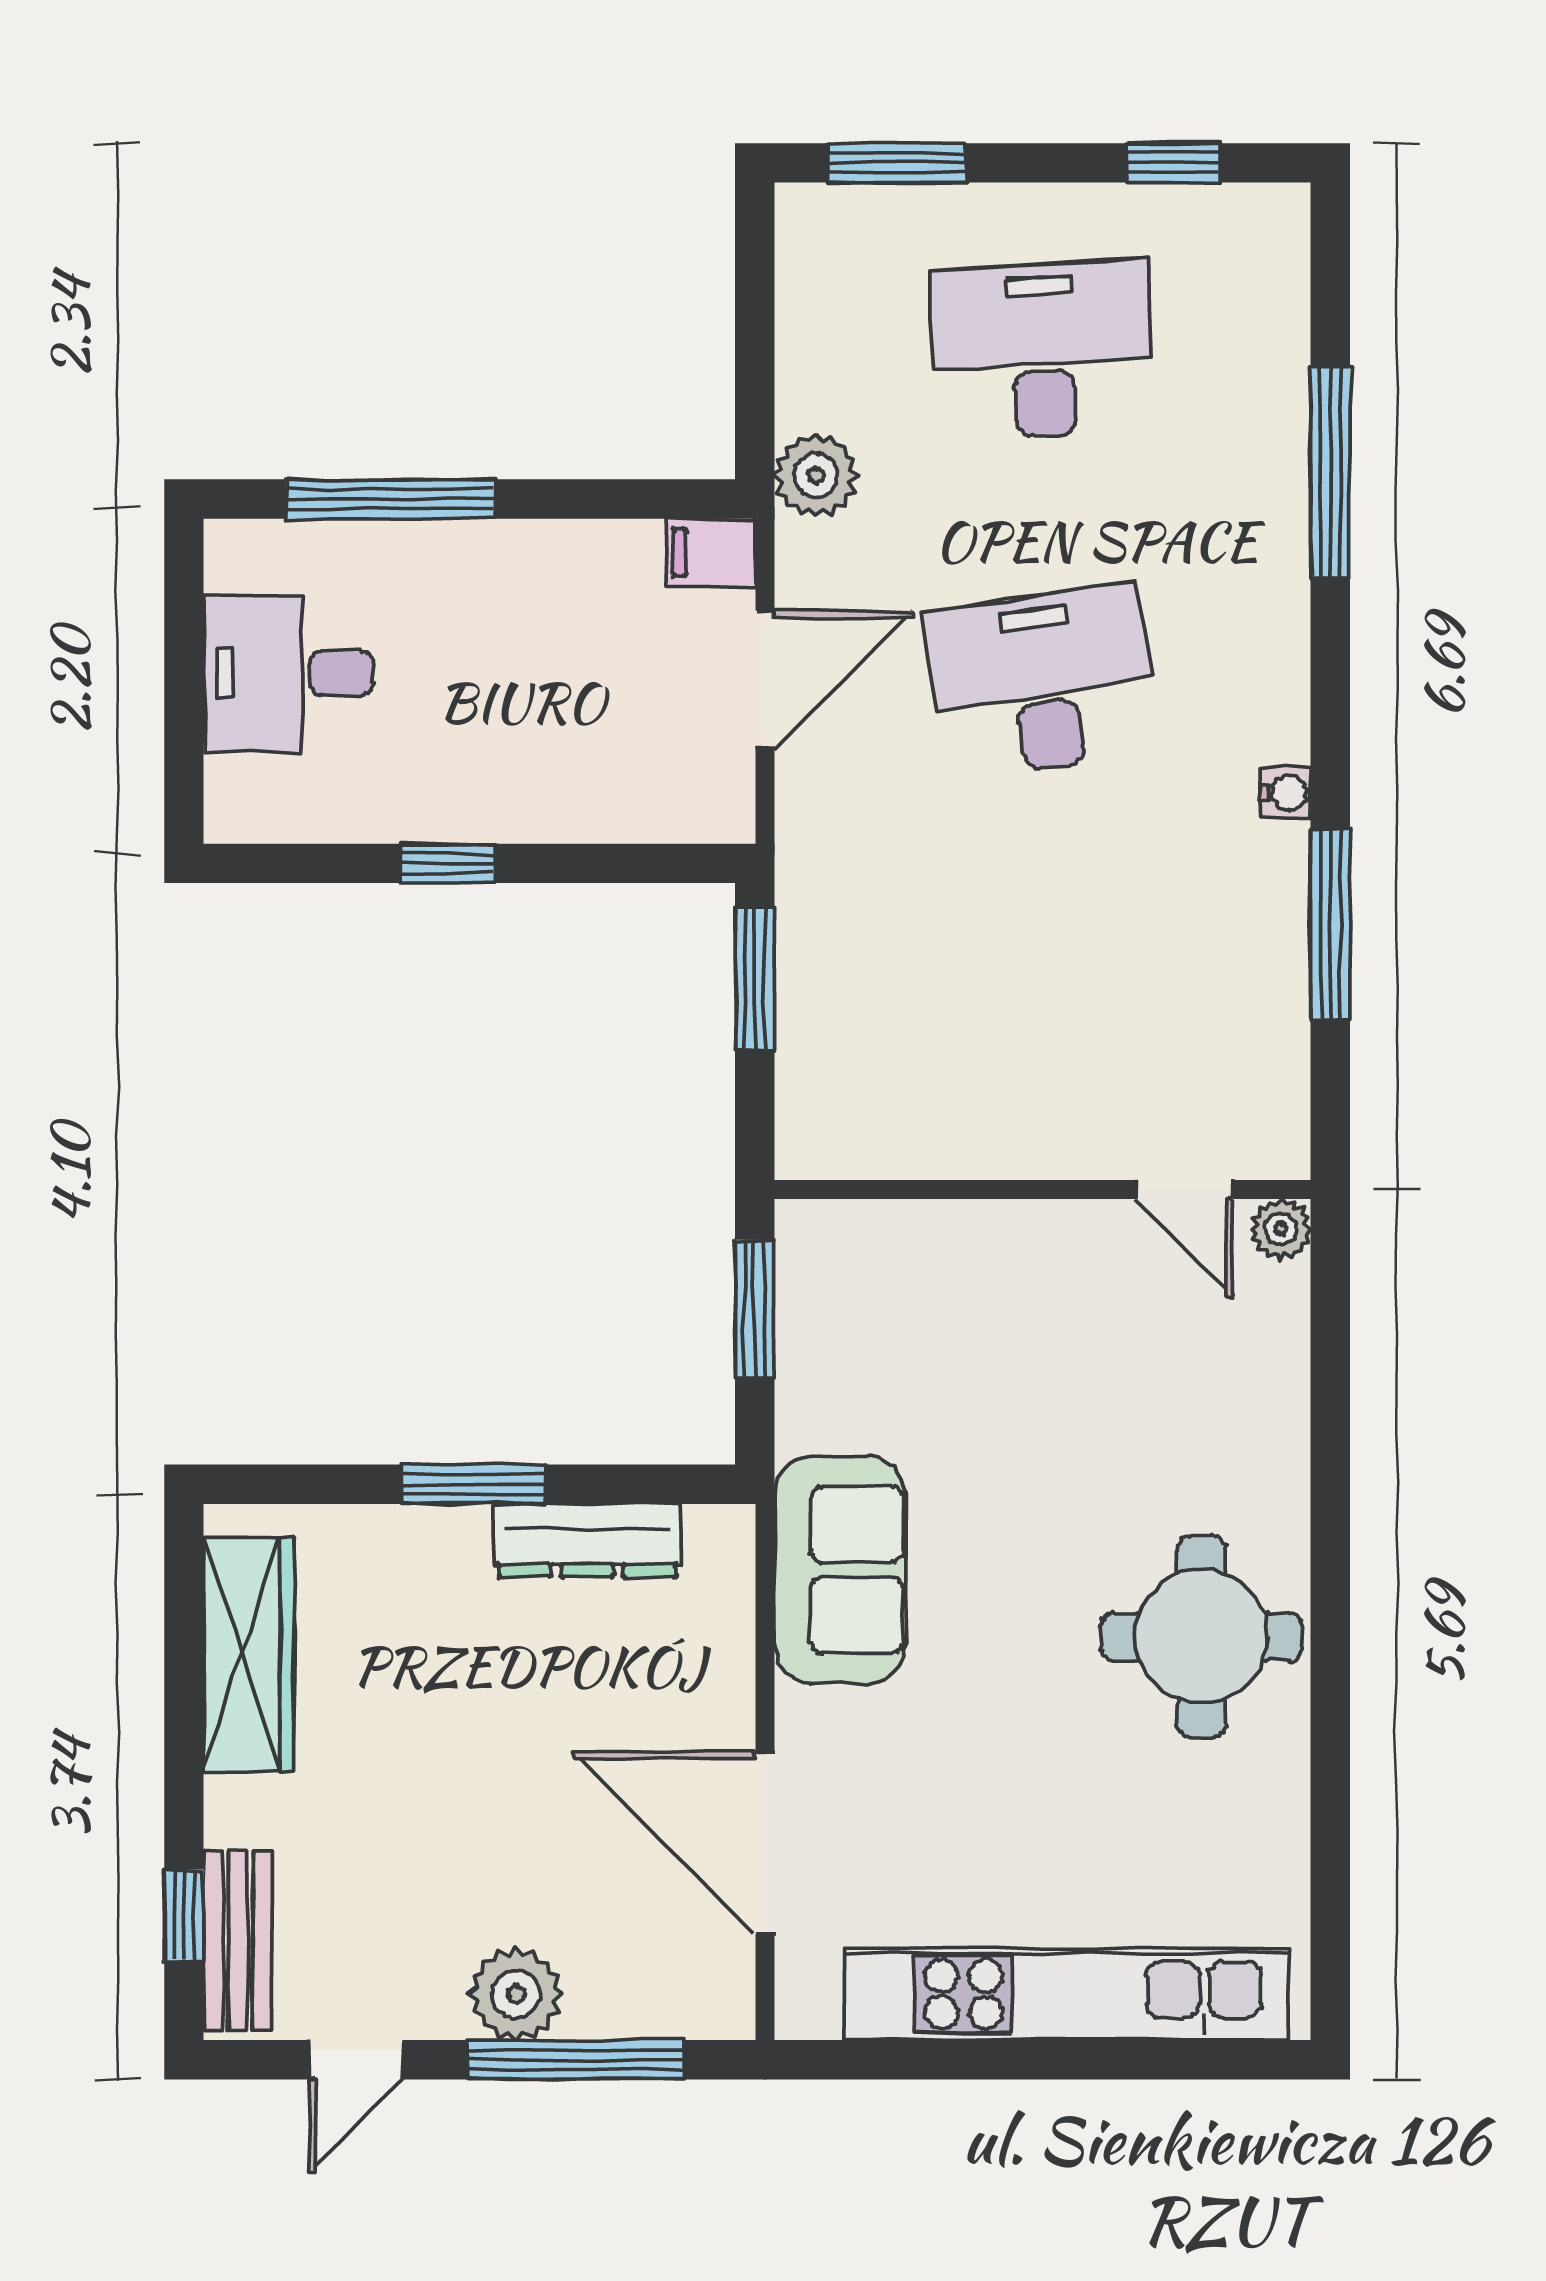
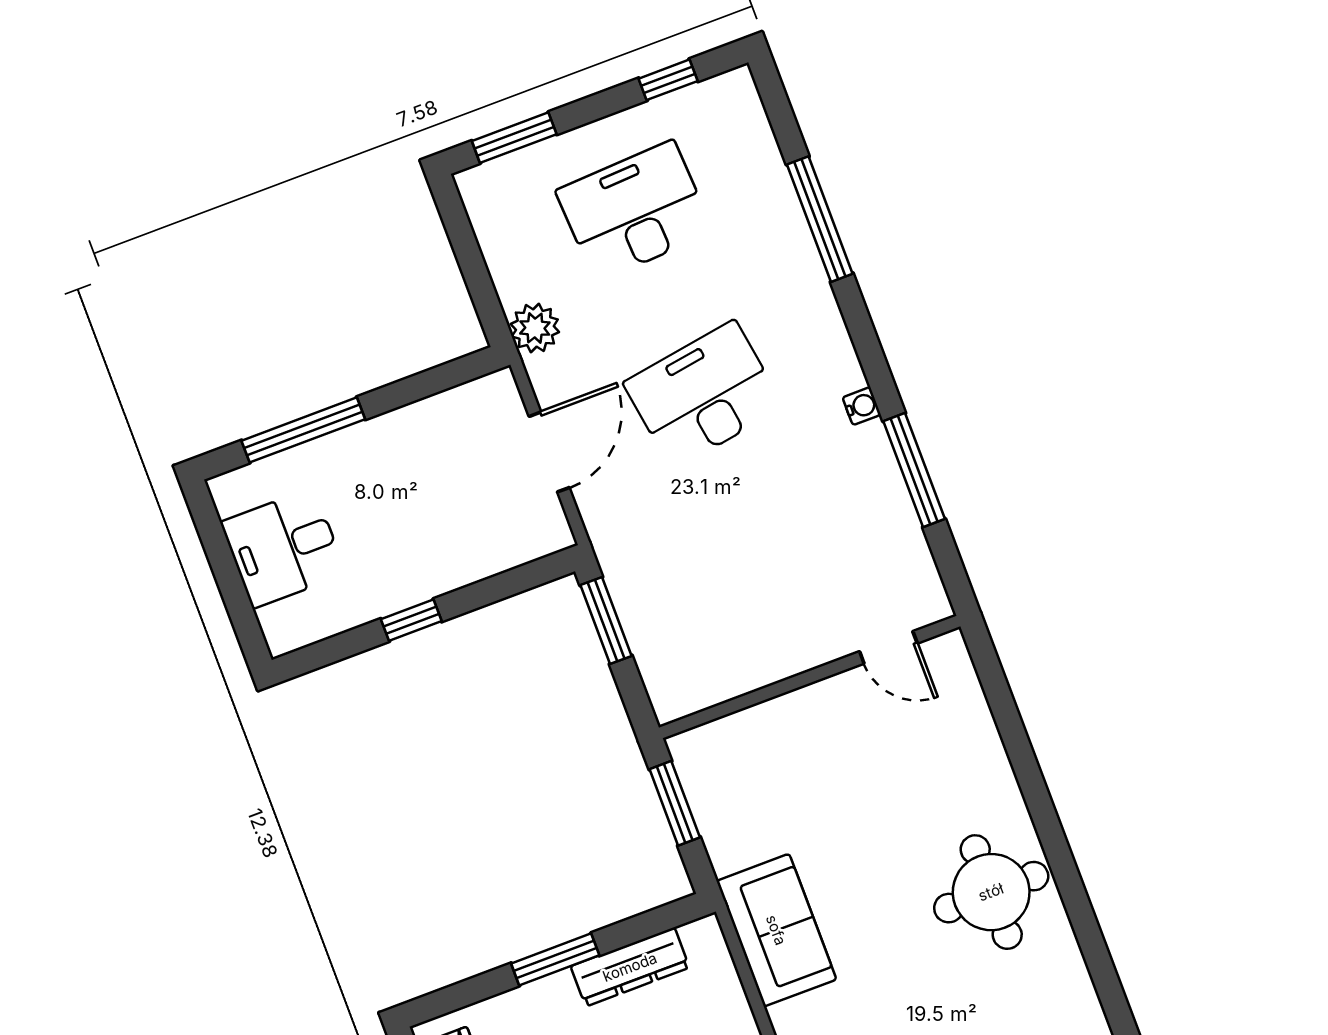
filing cabinet: (711, 552) -> (492, 393), removed
plant: (1281, 1229) -> (950, 649), removed

